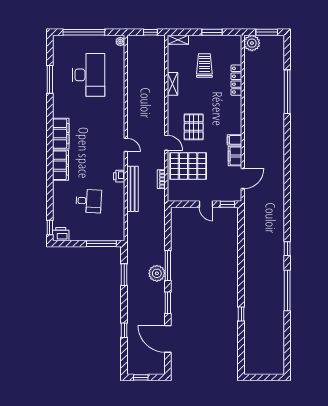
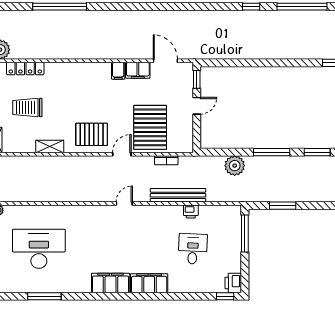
locker: (236, 80) -> (25, 69), moved
pallet: (194, 127) -> (92, 134), moved
printer: (119, 176) -> (191, 212), moved
plant: (157, 273) -> (235, 166), moved

